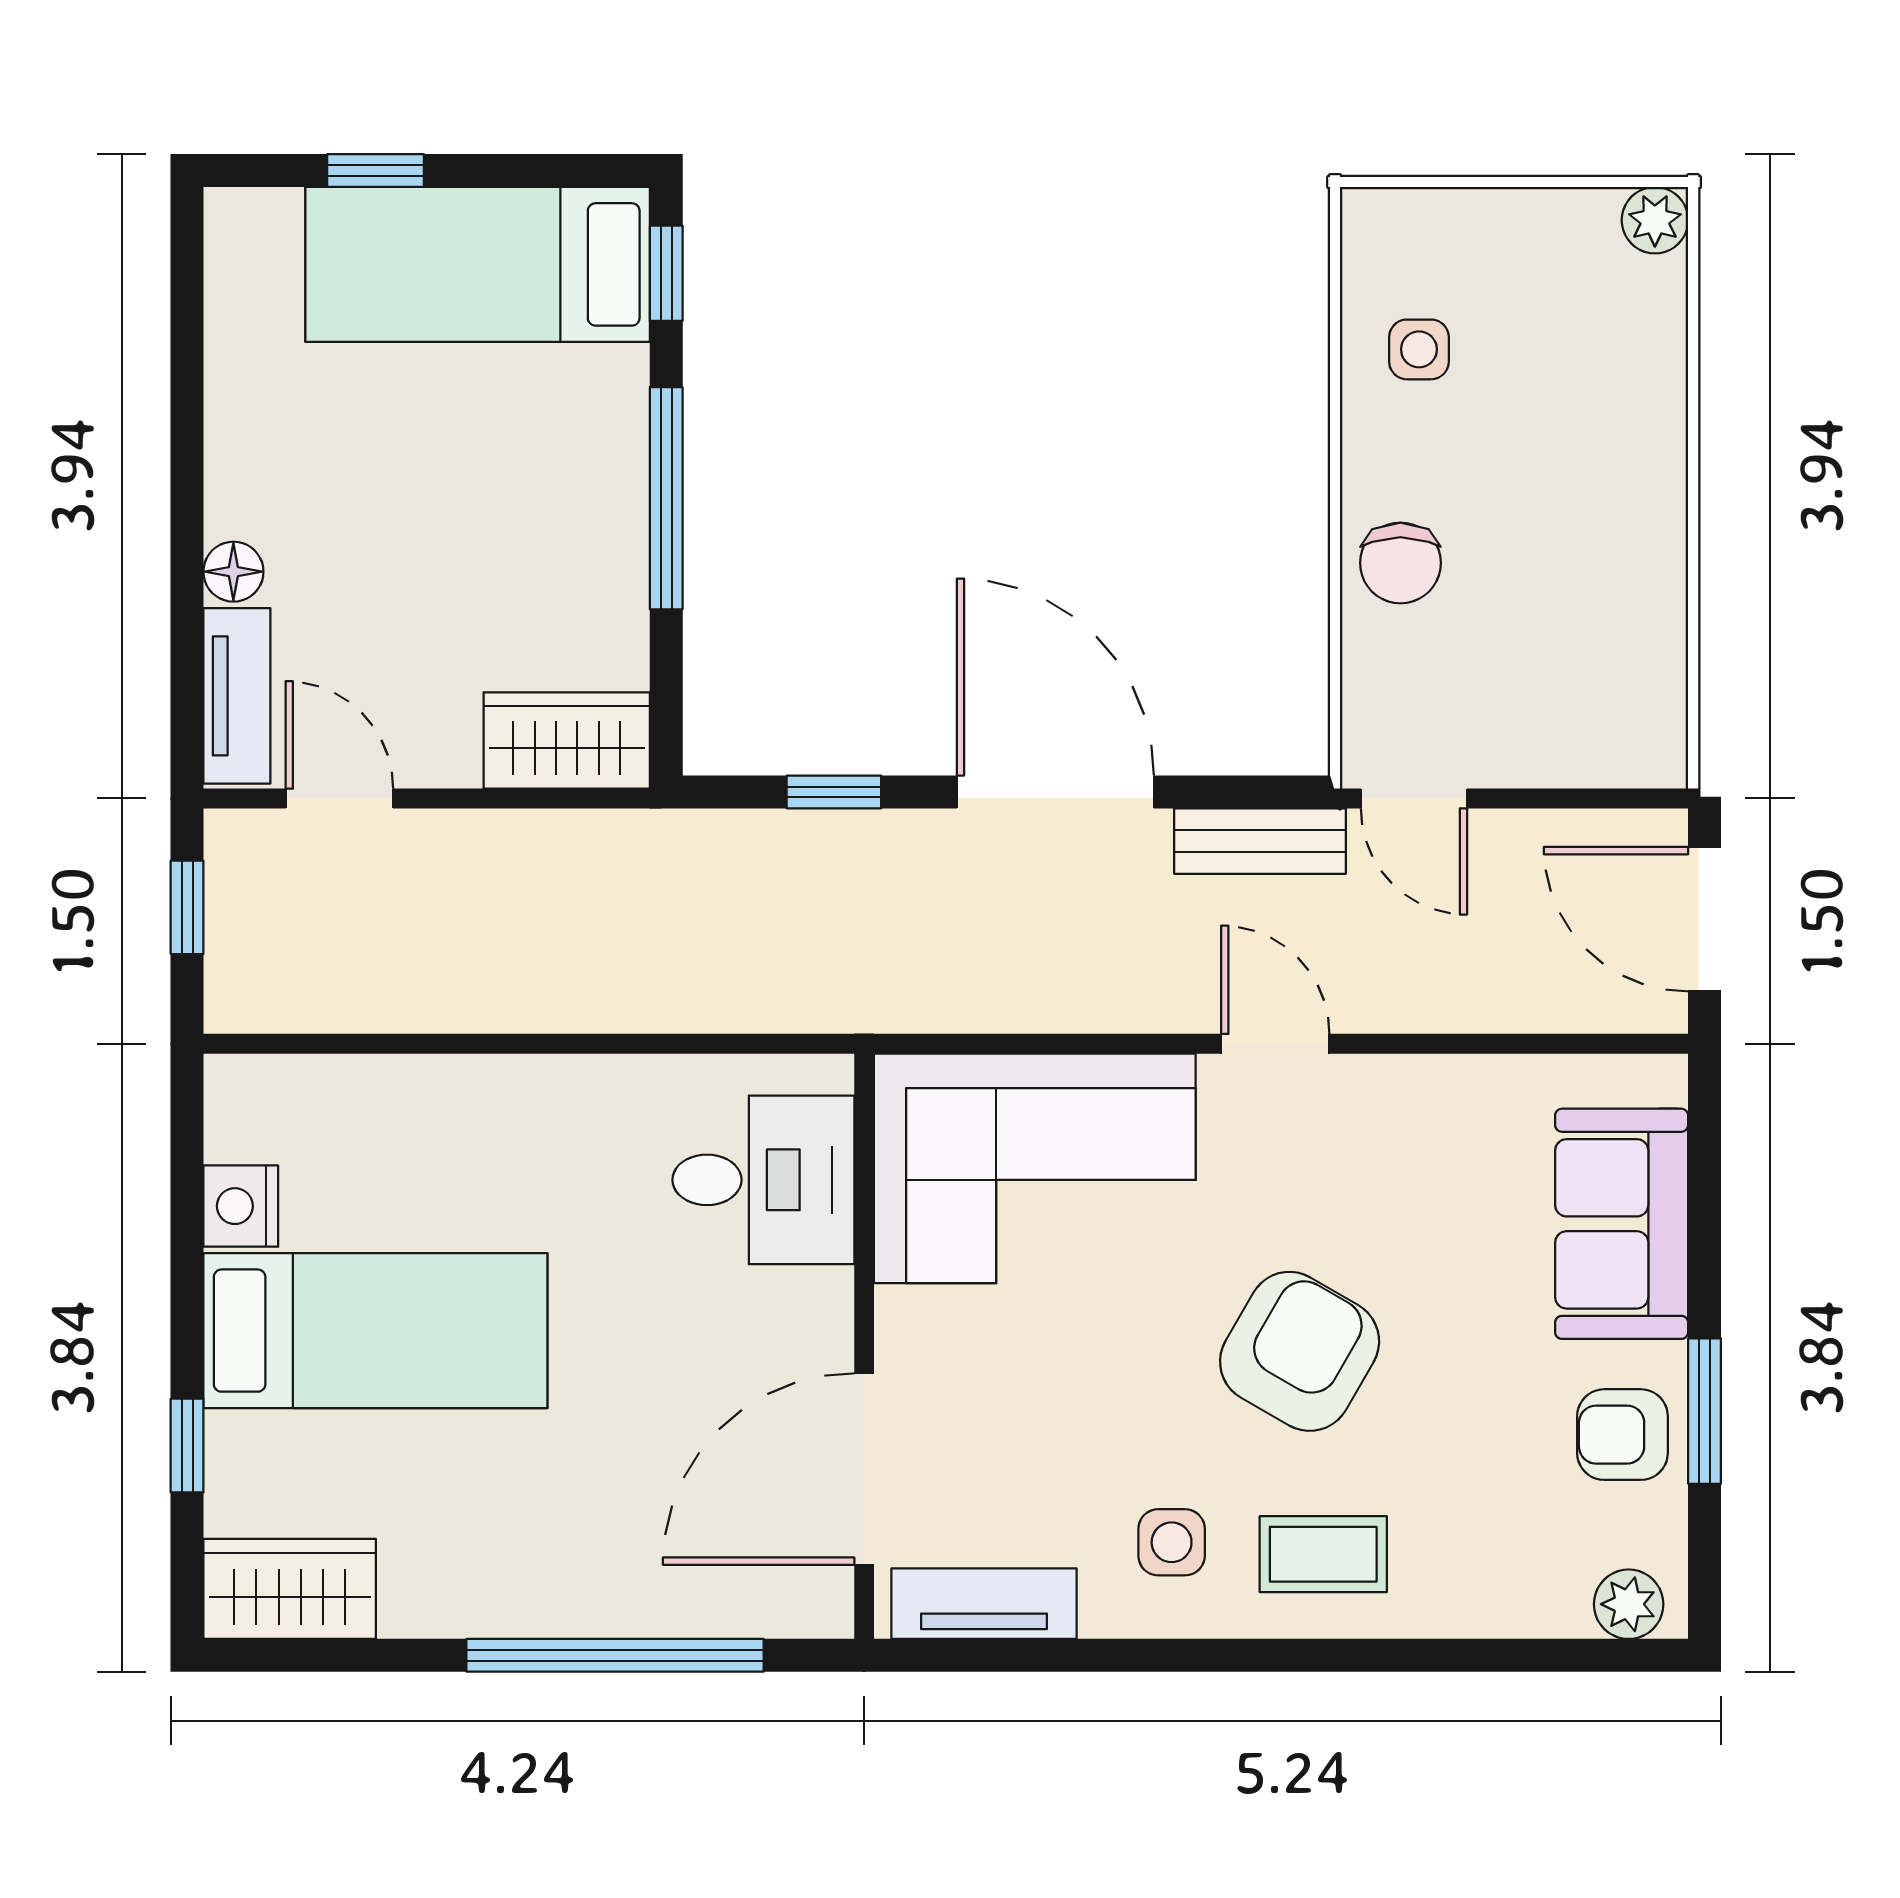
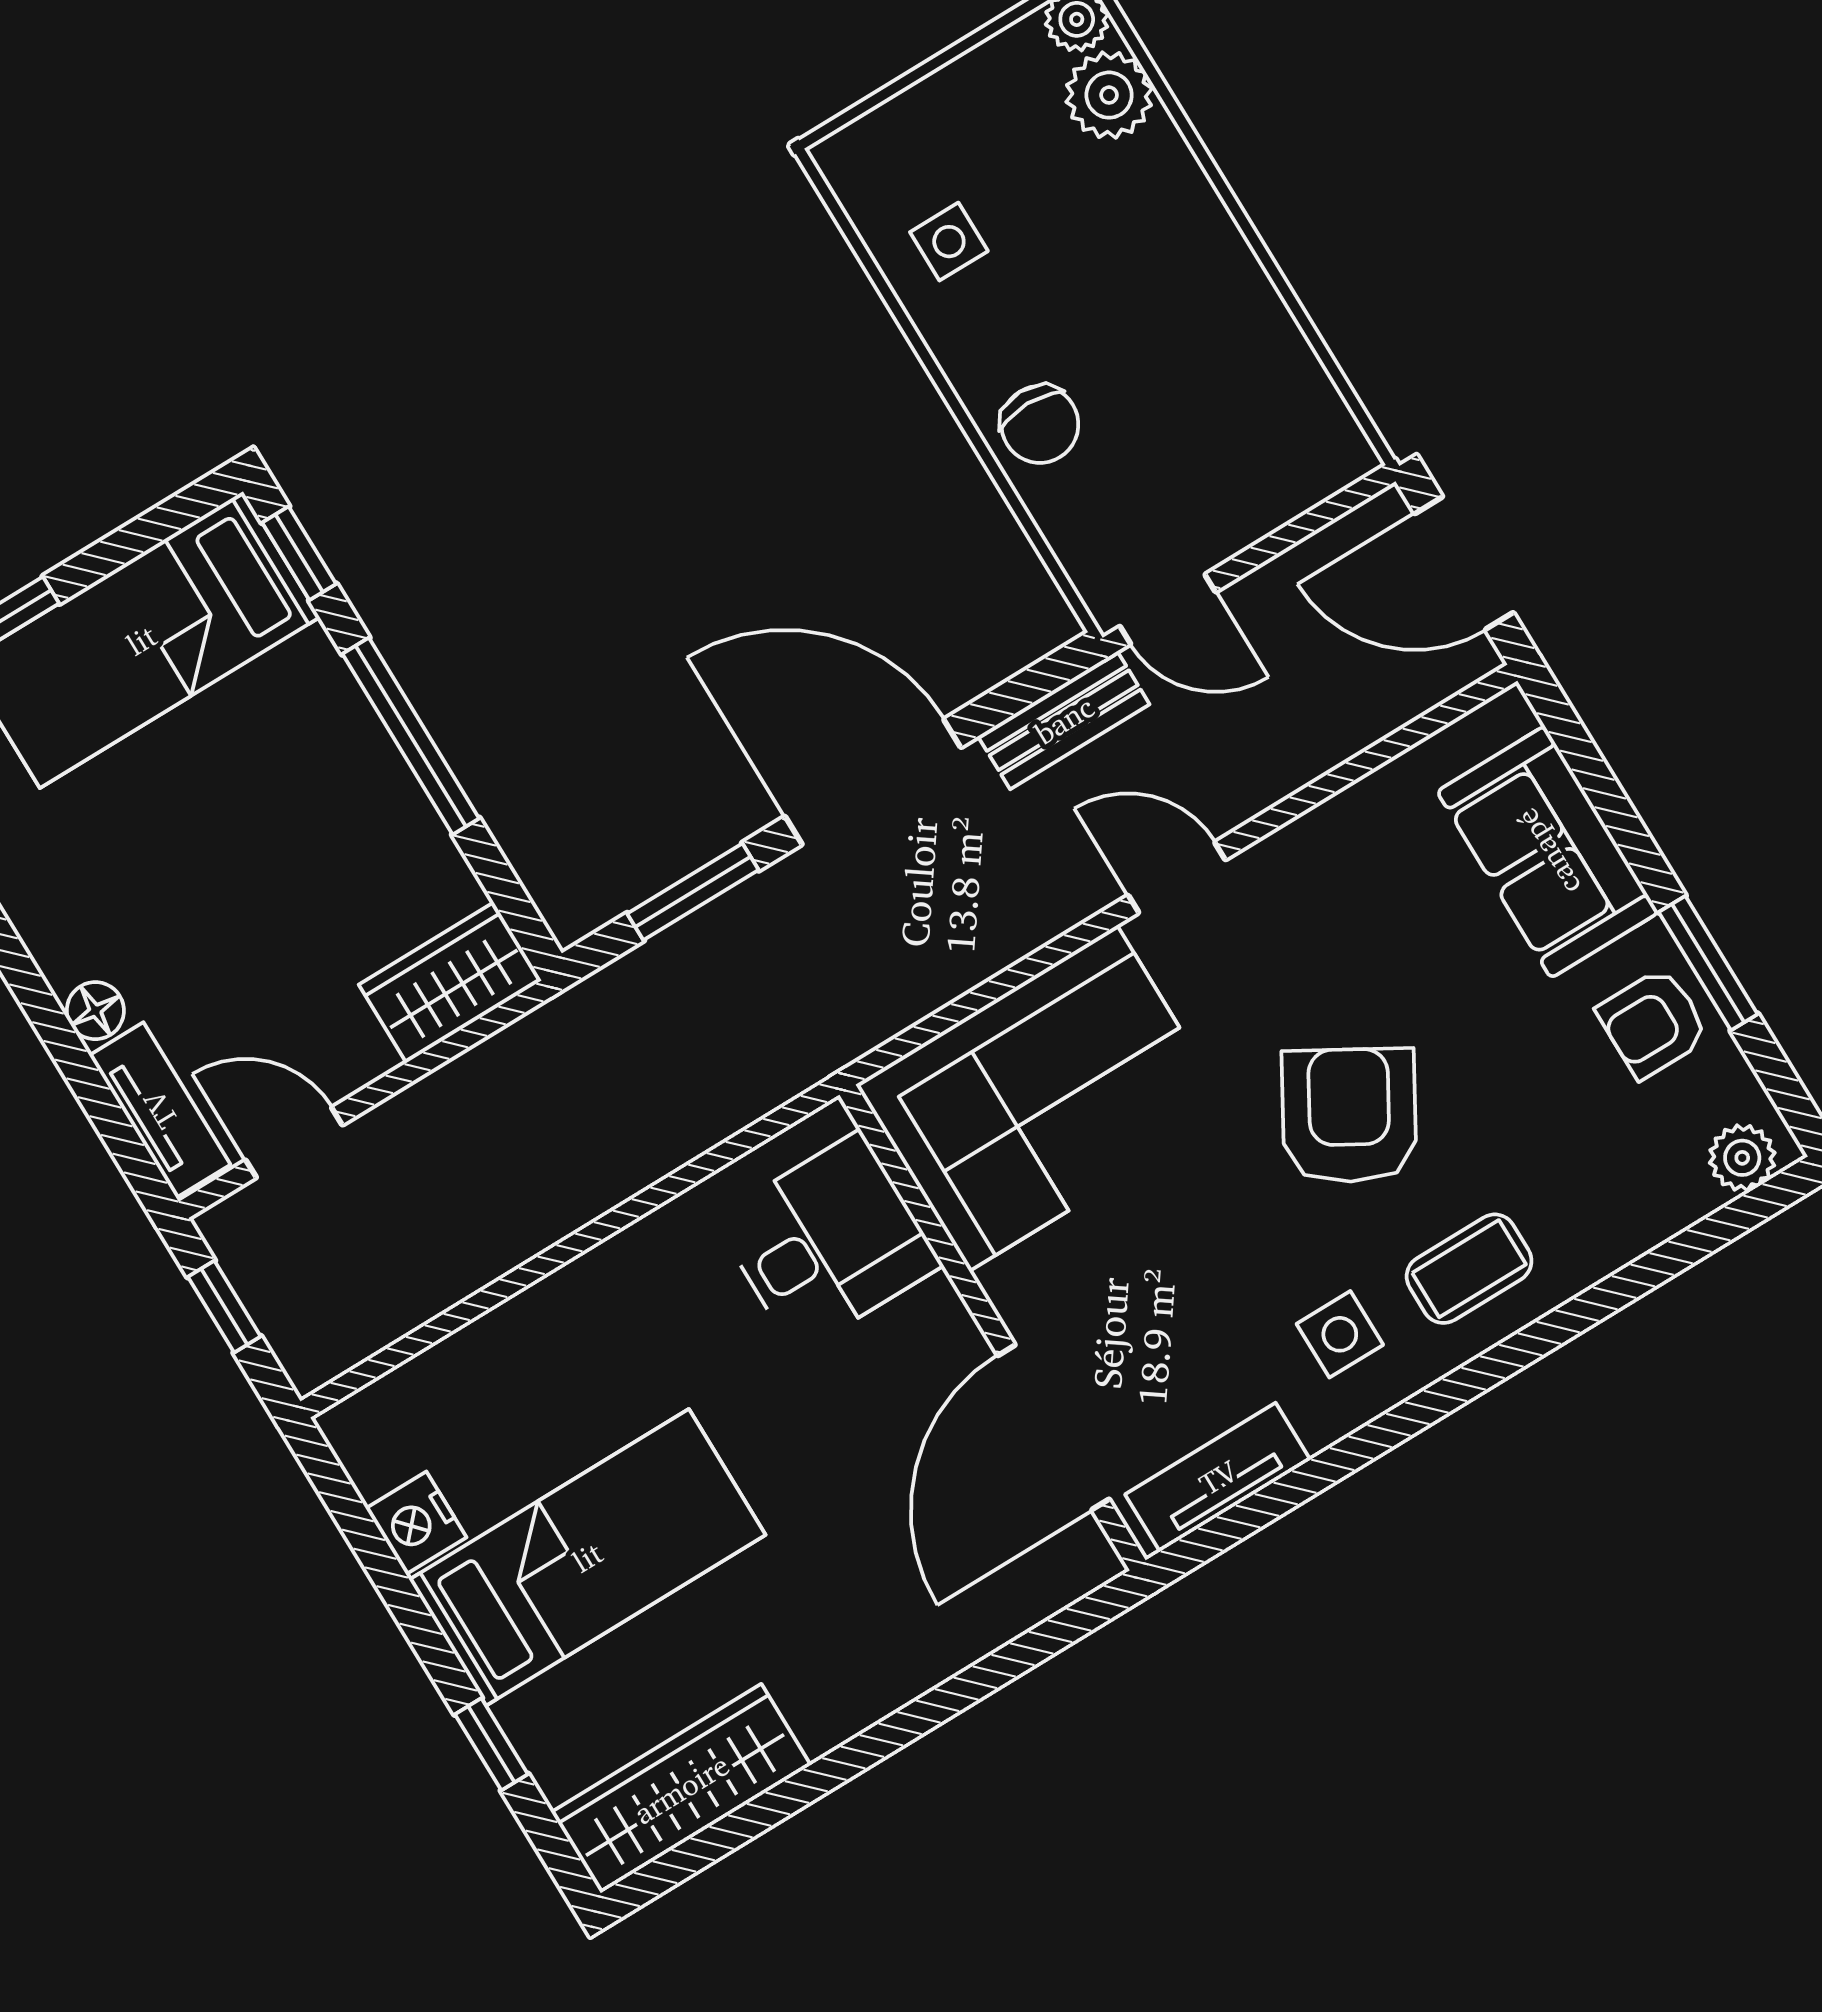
plant: (1643, 306) -> (1109, 95), added
window: (834, 792) -> (693, 892), width x1.50
wardrobe: (290, 1589) -> (681, 1789), width x1.50
window: (615, 1655) -> (943, 1702), removed

